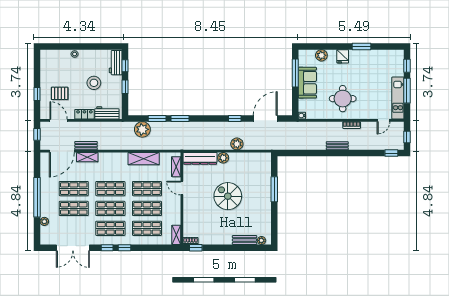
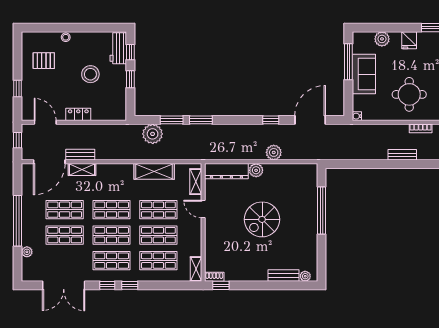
pallet: (60, 93) -> (44, 61), moved
workbench: (107, 113) -> (107, 113), removed
window: (274, 189) -> (322, 210), width x1.46
spiral stairs: (228, 196) -> (262, 219), turned -90

